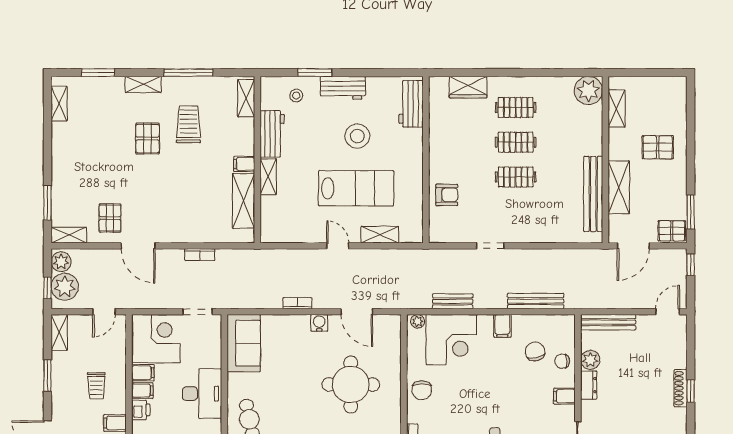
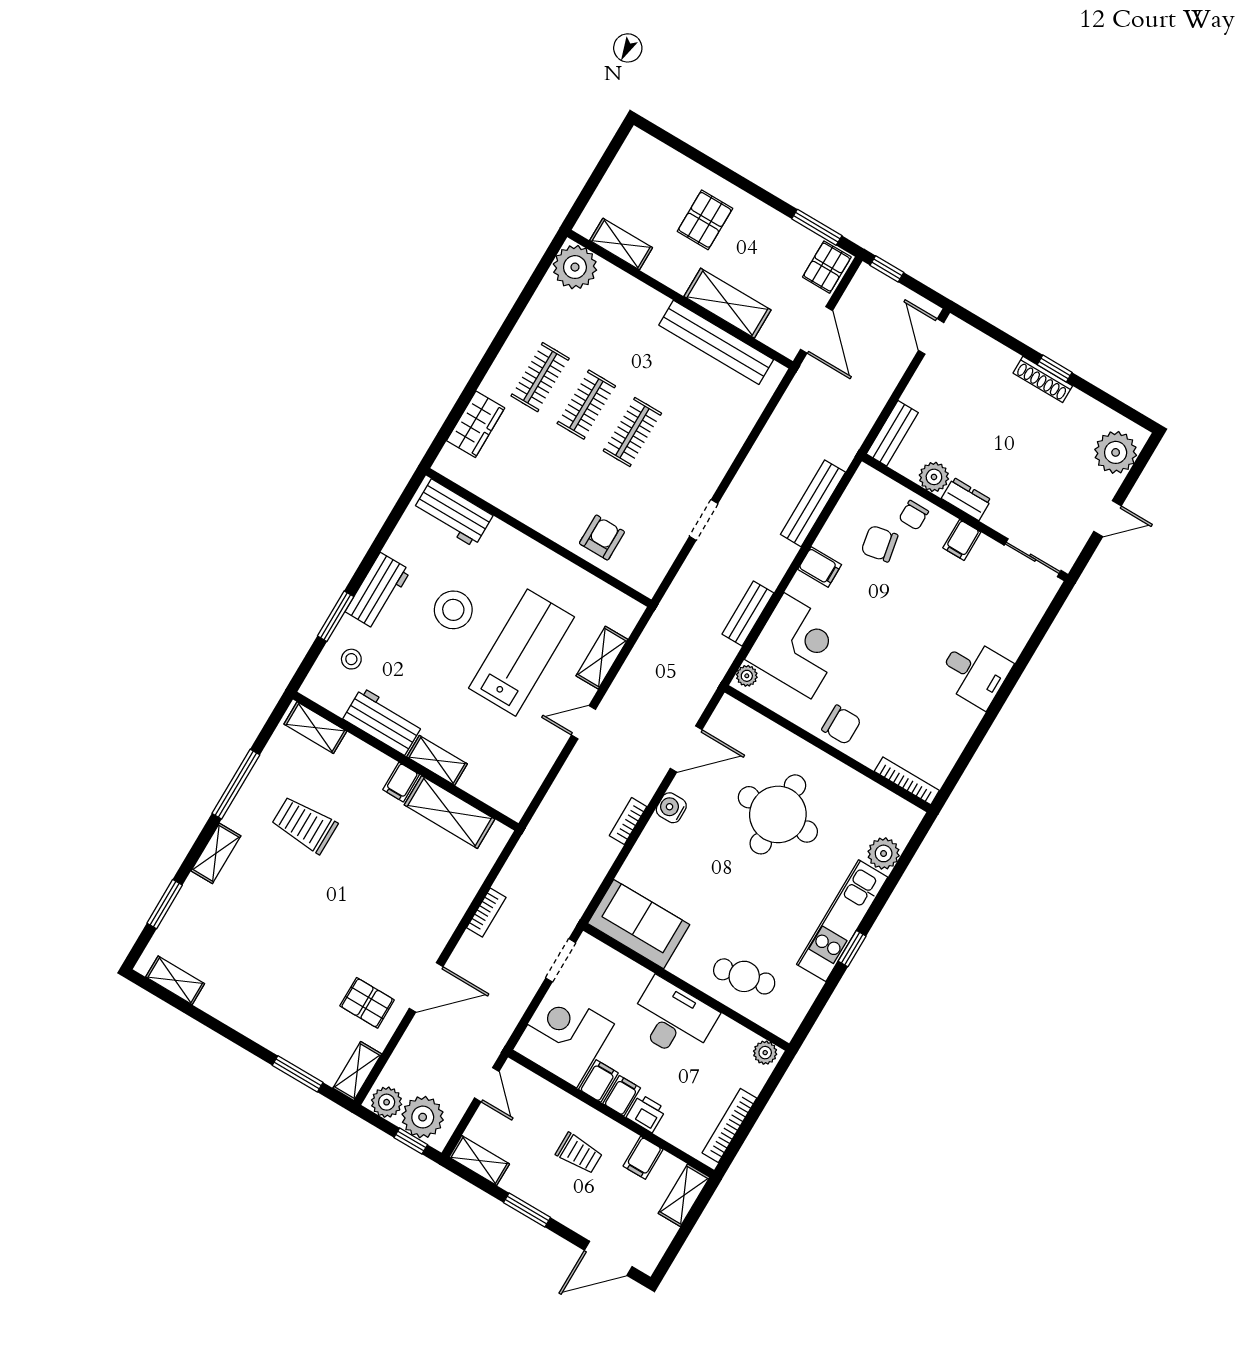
pallet: (148, 139) -> (291, 890), removed
bench: (608, 322) -> (892, 433), width x0.73

